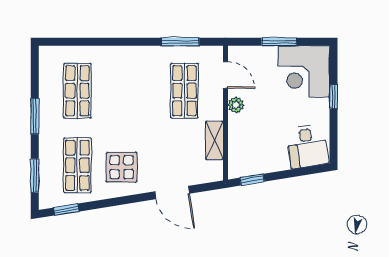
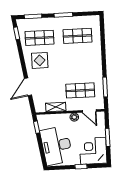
door: (225, 75) -> (89, 111), hinge flipped
desk: (307, 146) -> (56, 146), width x1.87, depth x1.30

